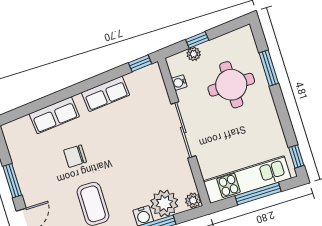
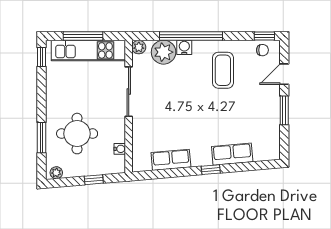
plant: (194, 54) -> (56, 173), moved
window: (140, 63) -> (211, 170), moved
row of seats: (106, 94) -> (171, 160), moved
sliding door: (183, 130) -> (129, 92), moved
chair: (75, 156) -> (225, 115), removed

